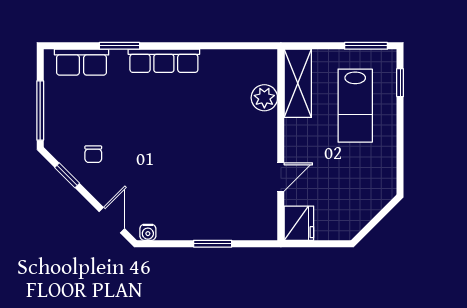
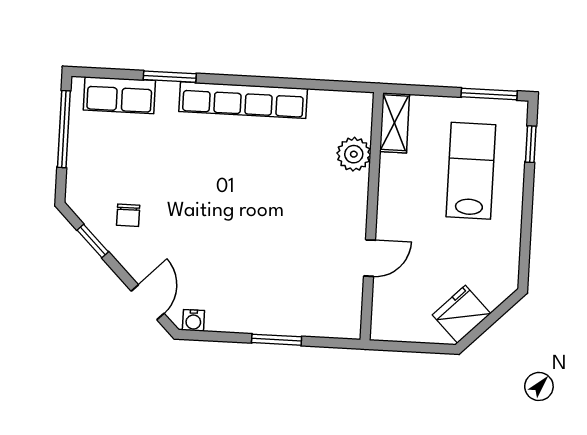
row of seats: (164, 61) -> (243, 100), width x1.36
shelving: (298, 83) -> (395, 123), width x0.67, depth x0.75
lab bench: (355, 106) -> (471, 171), turned 180
window: (40, 110) -> (64, 129), moved
fridge: (299, 223) -> (461, 314), moved, turned -135

